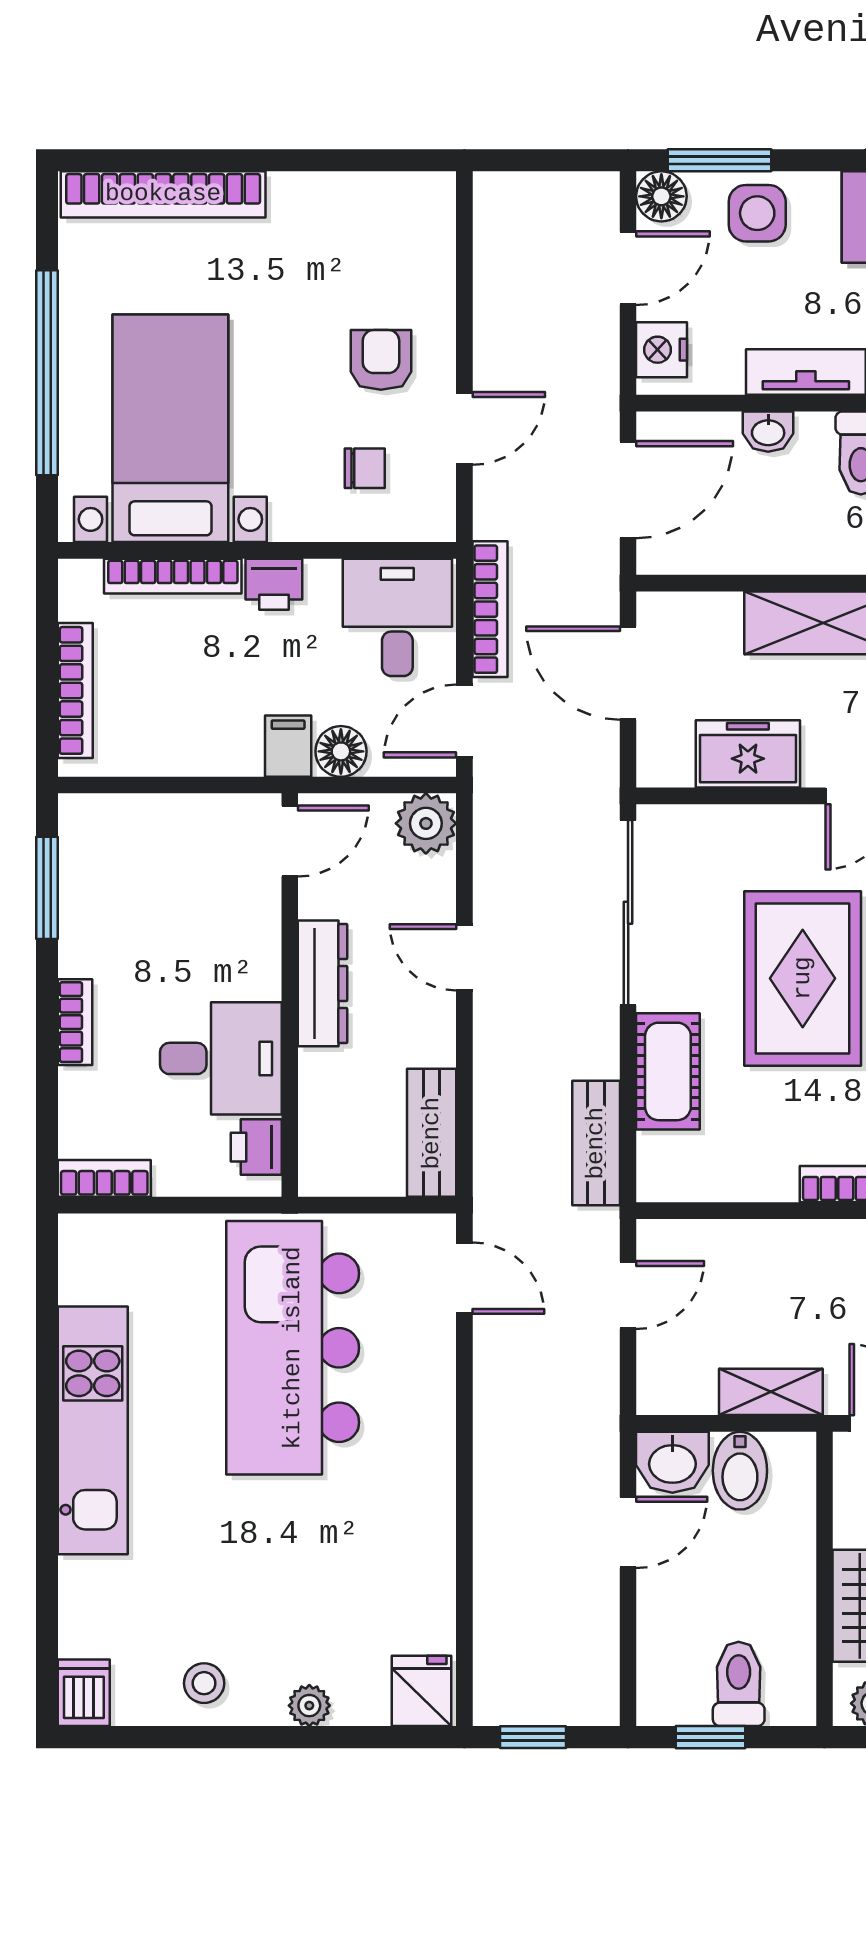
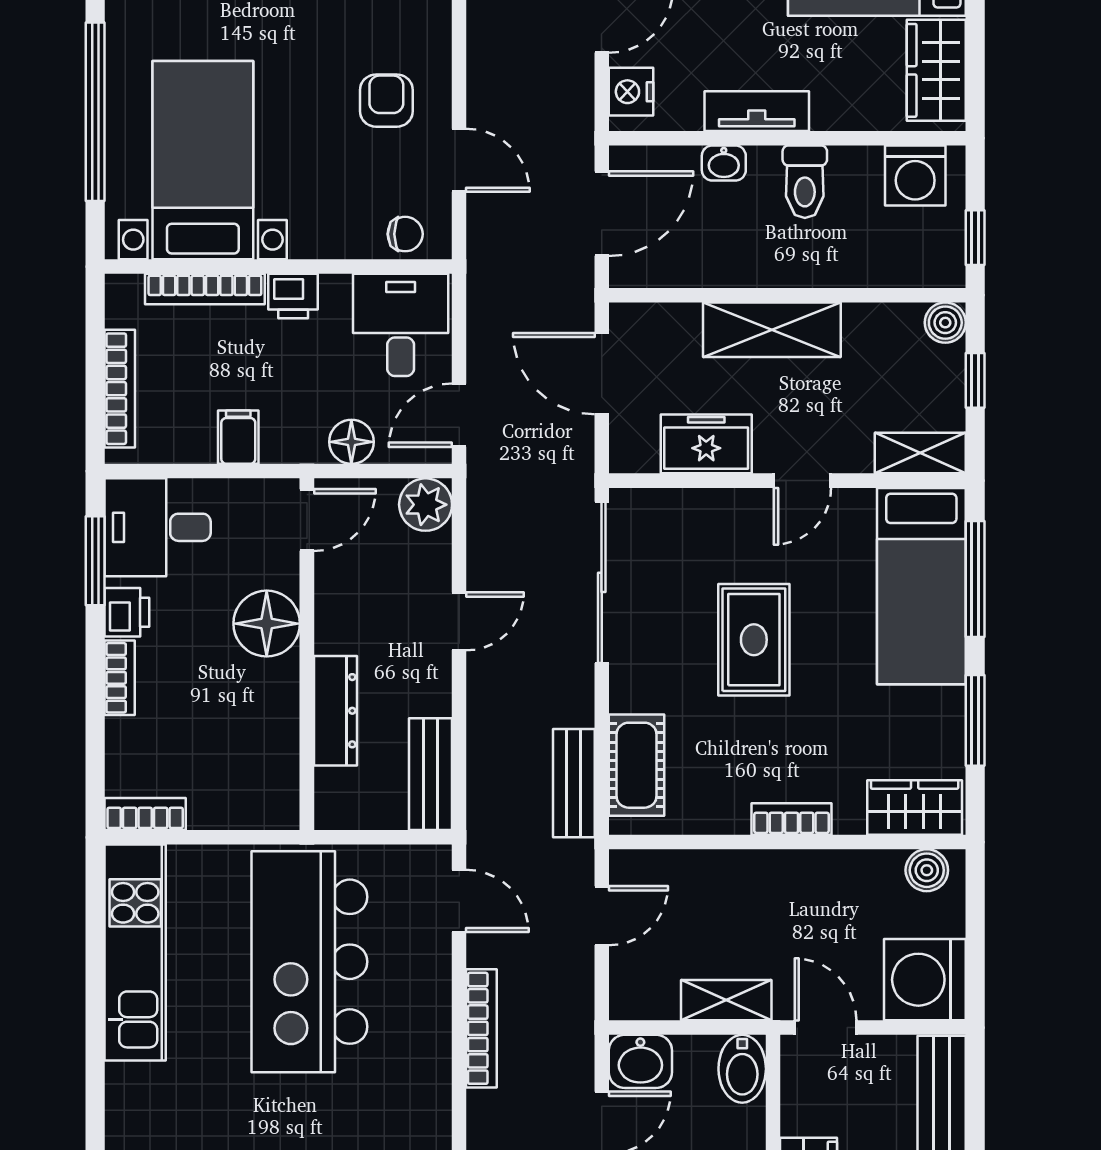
door: (464, 428) -> (459, 160), hinge flipped
chair: (365, 468) -> (405, 234), moved
bookcase: (490, 609) -> (481, 1028), moved
filing cabinet: (288, 746) -> (238, 437), moved
door: (464, 957) -> (459, 621), swing flipped
floor lamp: (244, 960) -> (267, 624), added
rug: (803, 978) -> (754, 640), width x0.73, depth x0.70
dresser: (323, 983) -> (335, 711), moved
desk: (221, 1058) -> (158, 527), moved, turned 180
cot: (668, 1071) -> (636, 765), moved
printer: (256, 1147) -> (127, 612), moved, turned 180
kitchen unit: (93, 1430) -> (135, 952), moved
bidet: (740, 1471) -> (742, 1069), moved

